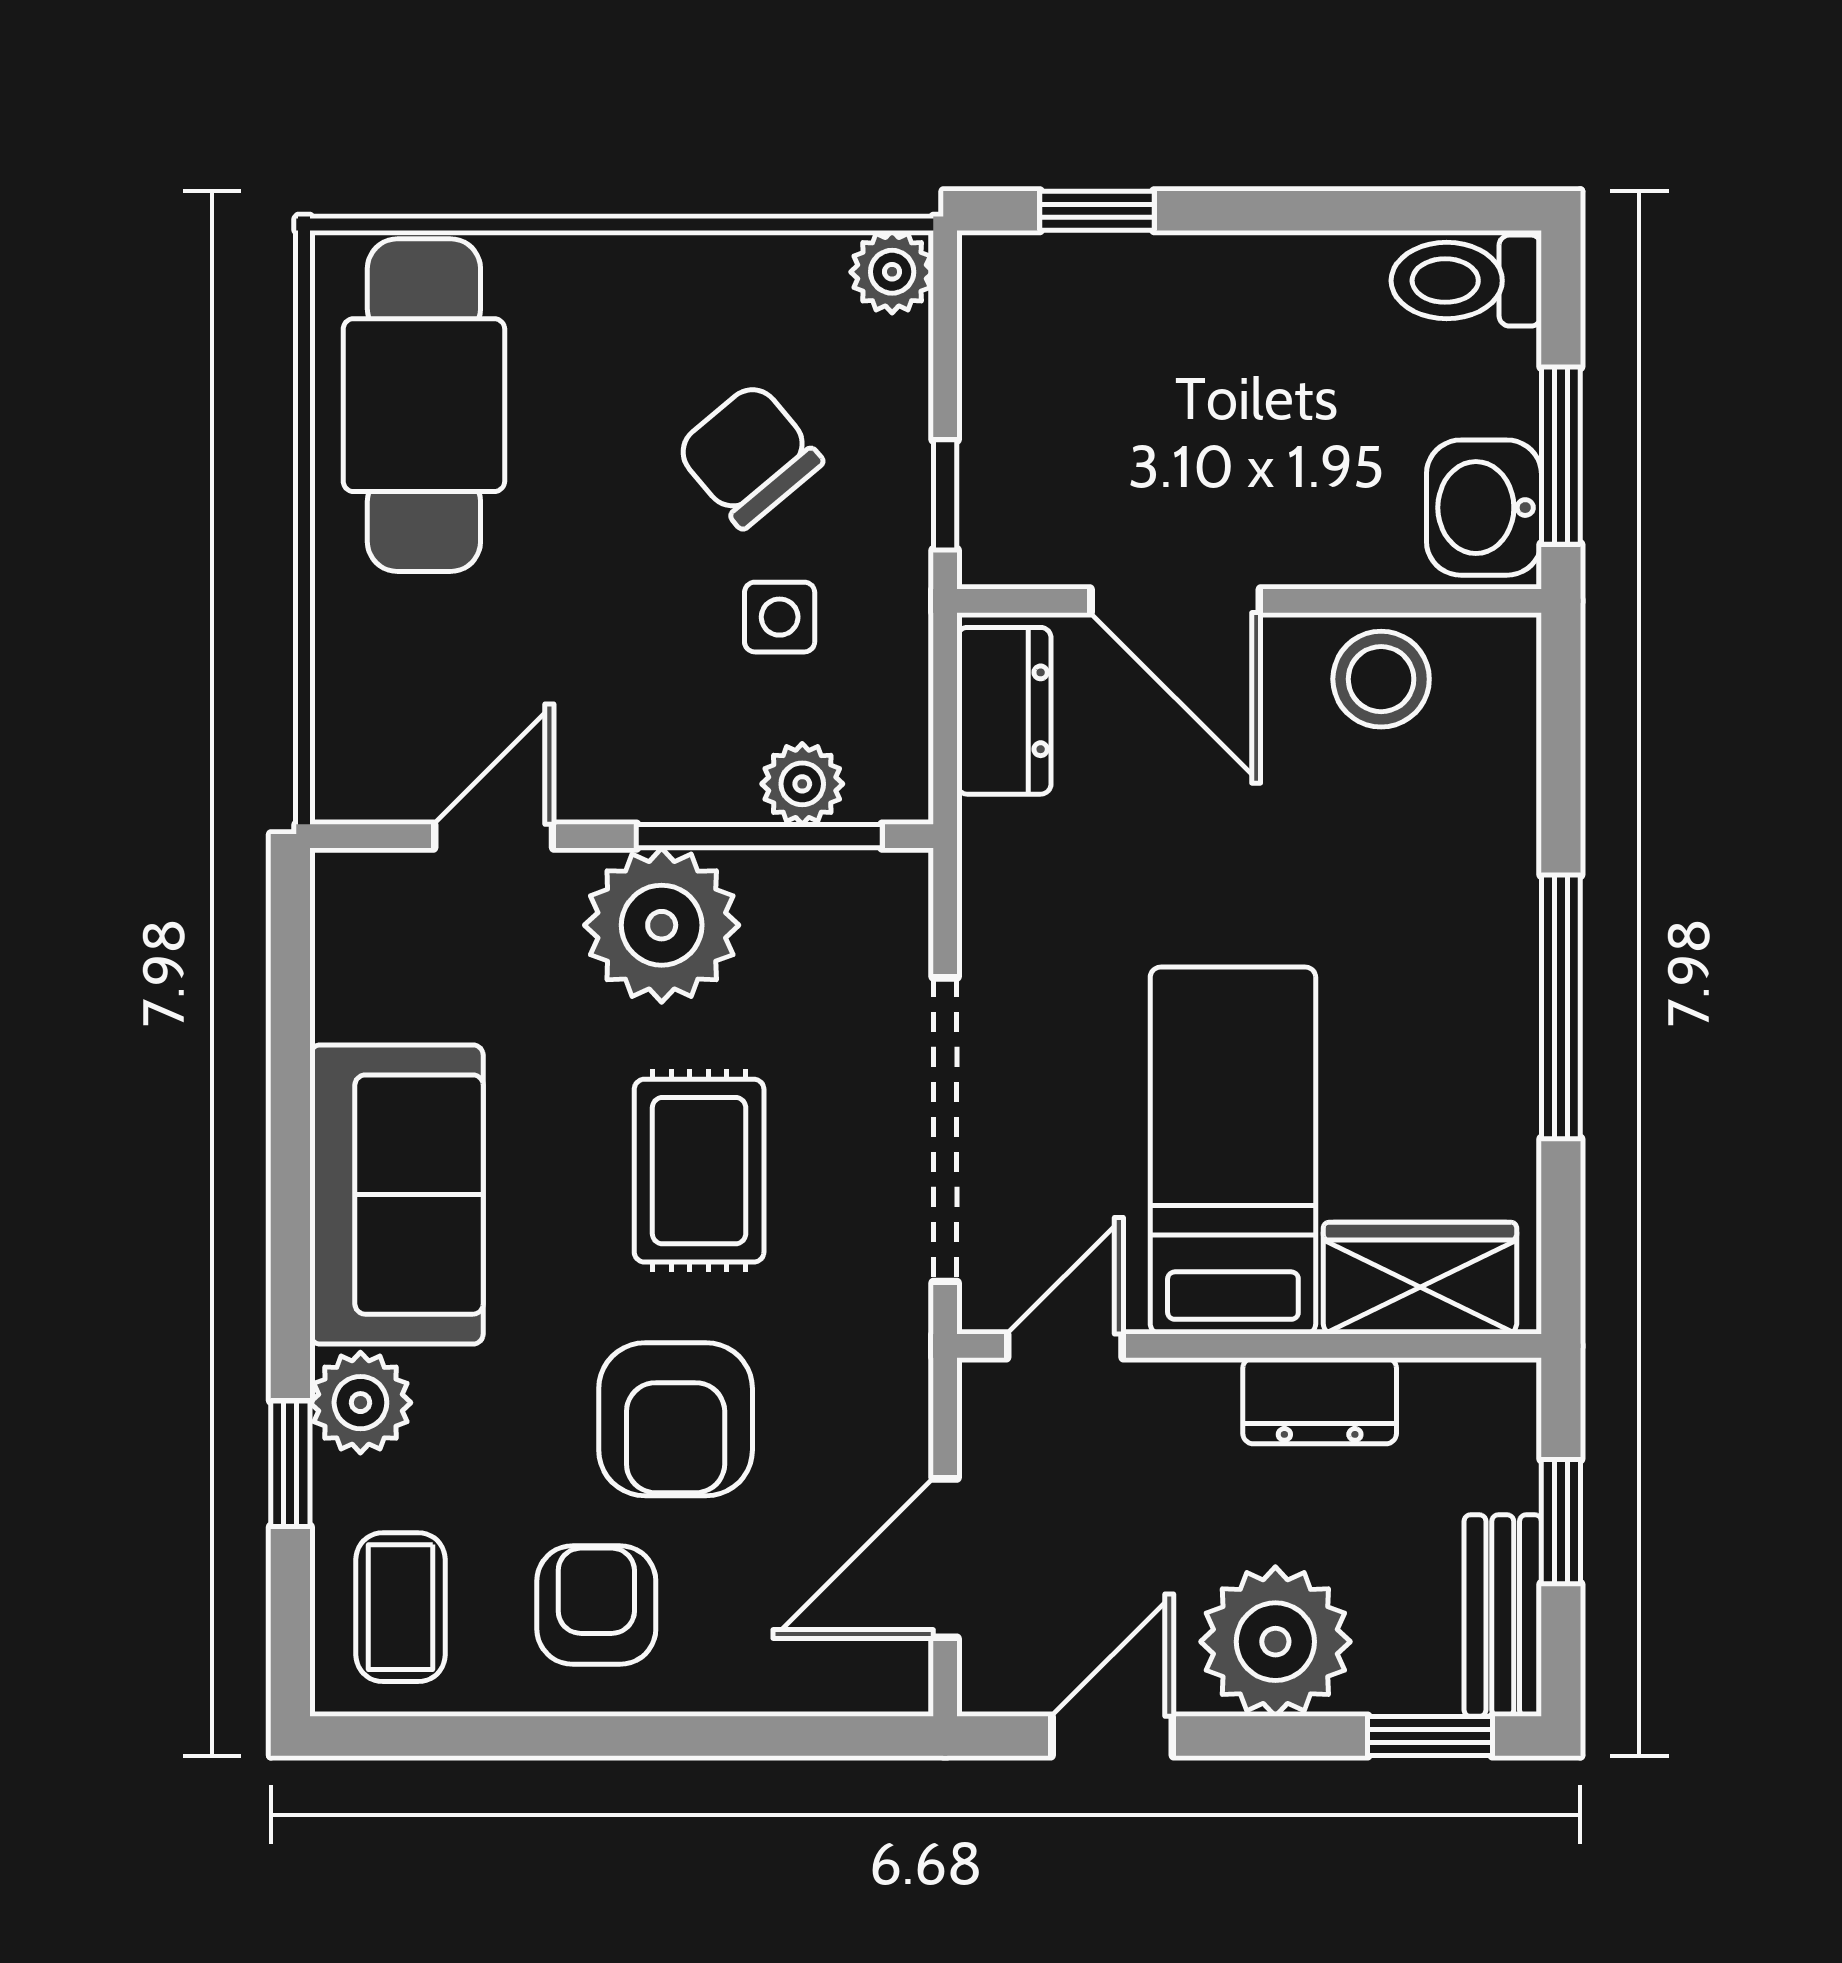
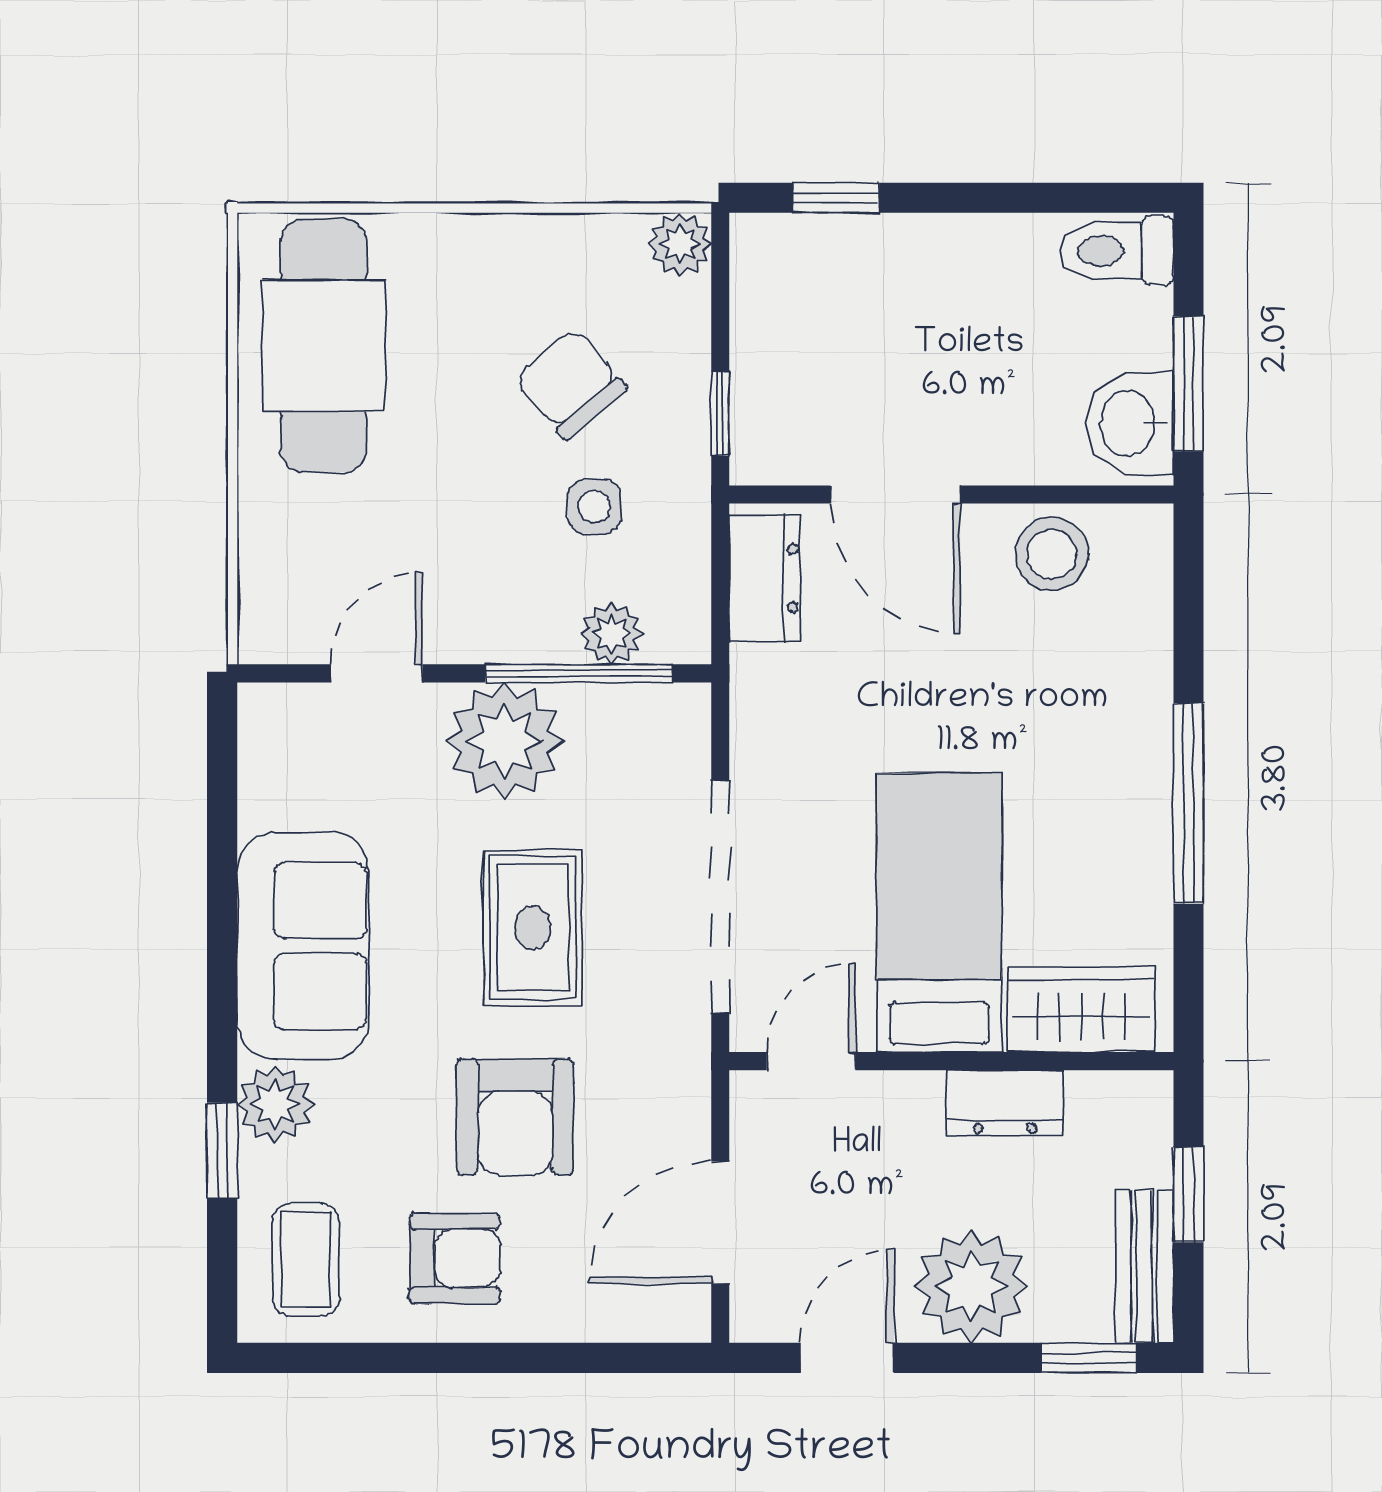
armchair: (596, 1605) -> (455, 1258), turned 90

